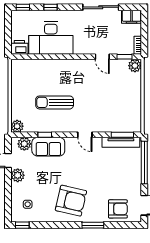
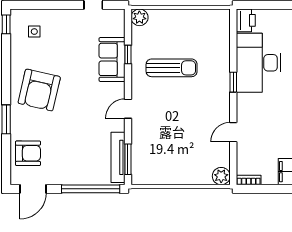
window: (124, 57) -> (233, 82), moved
sun lounger: (55, 102) -> (172, 68), turned 90
plant: (24, 144) -> (116, 27), removed
plant: (18, 175) -> (73, 18), removed
armchair: (118, 209) -> (28, 153), turned -90

